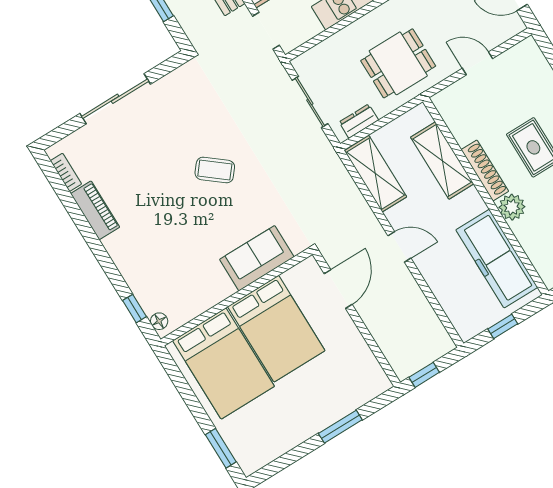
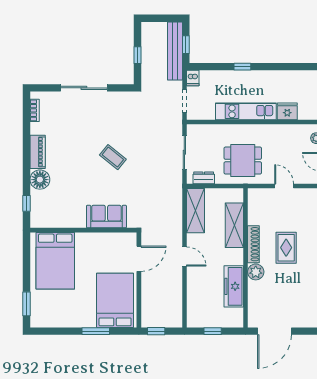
piano: (95, 210) -> (38, 152), moved
freezer: (497, 259) -> (234, 286), width x0.73, depth x0.79
floor lamp: (159, 321) -> (40, 180), moved, width x1.89, depth x1.89
bed: (276, 329) -> (115, 300), moved, turned 180

